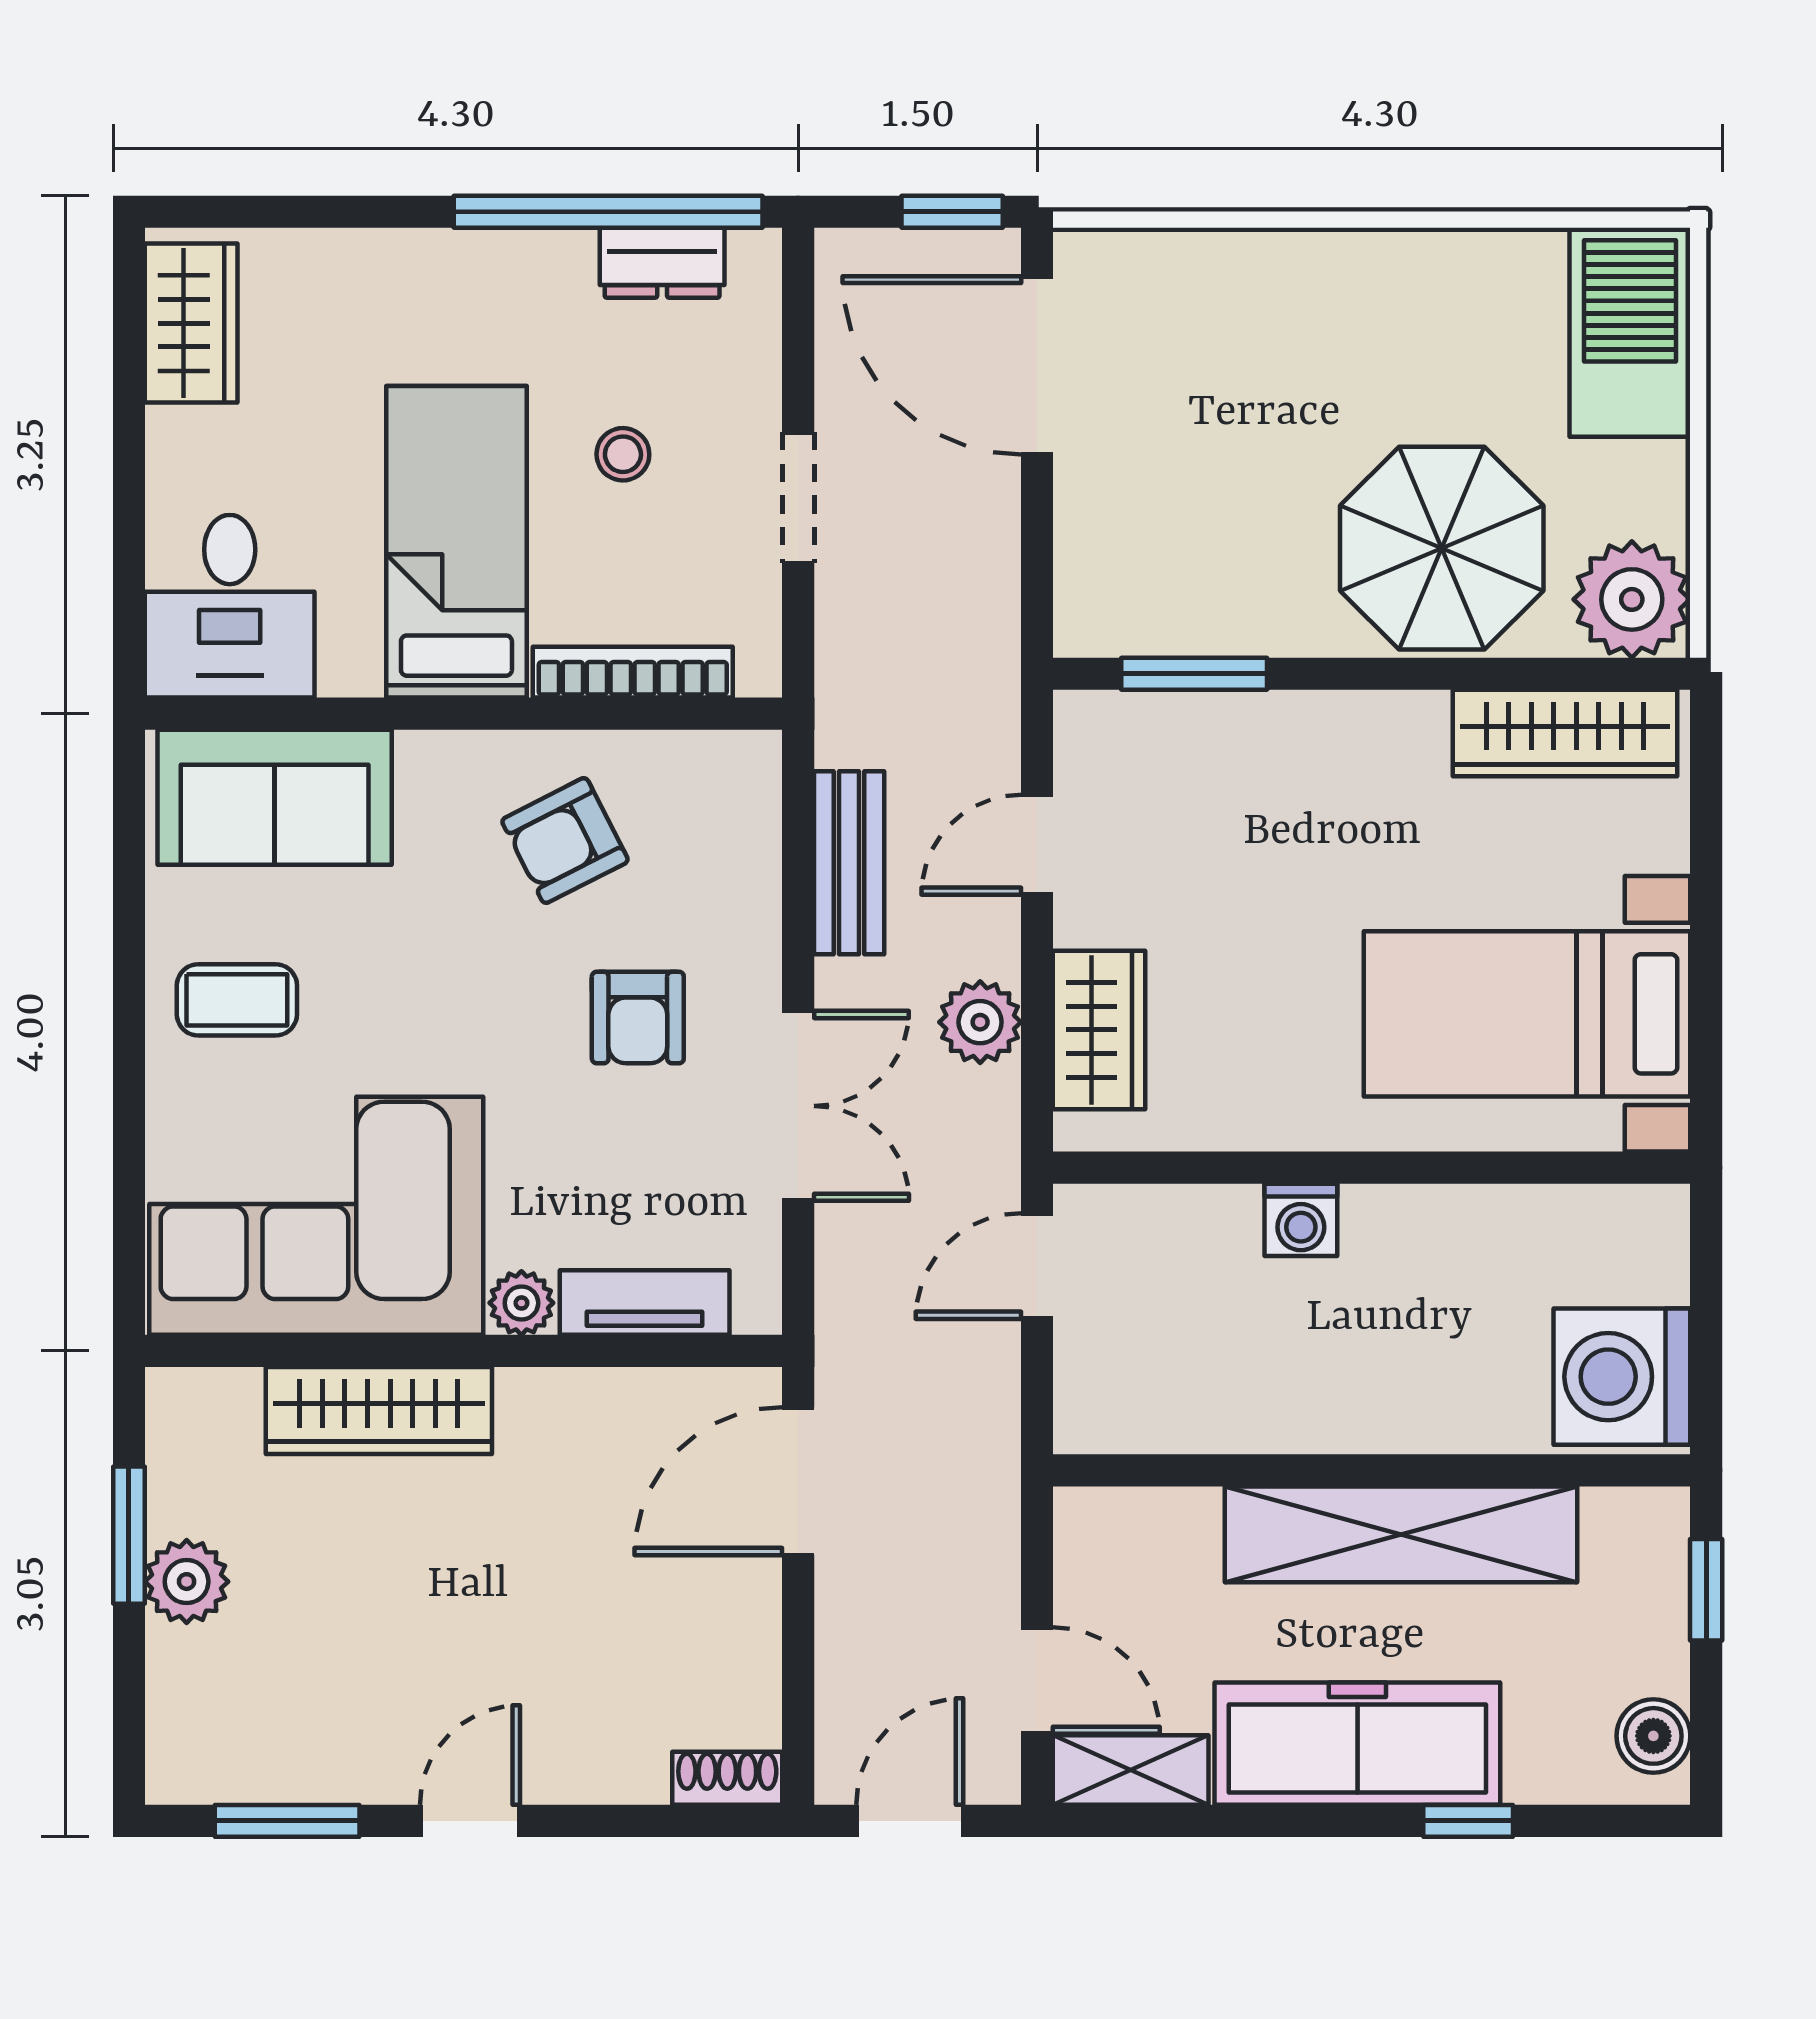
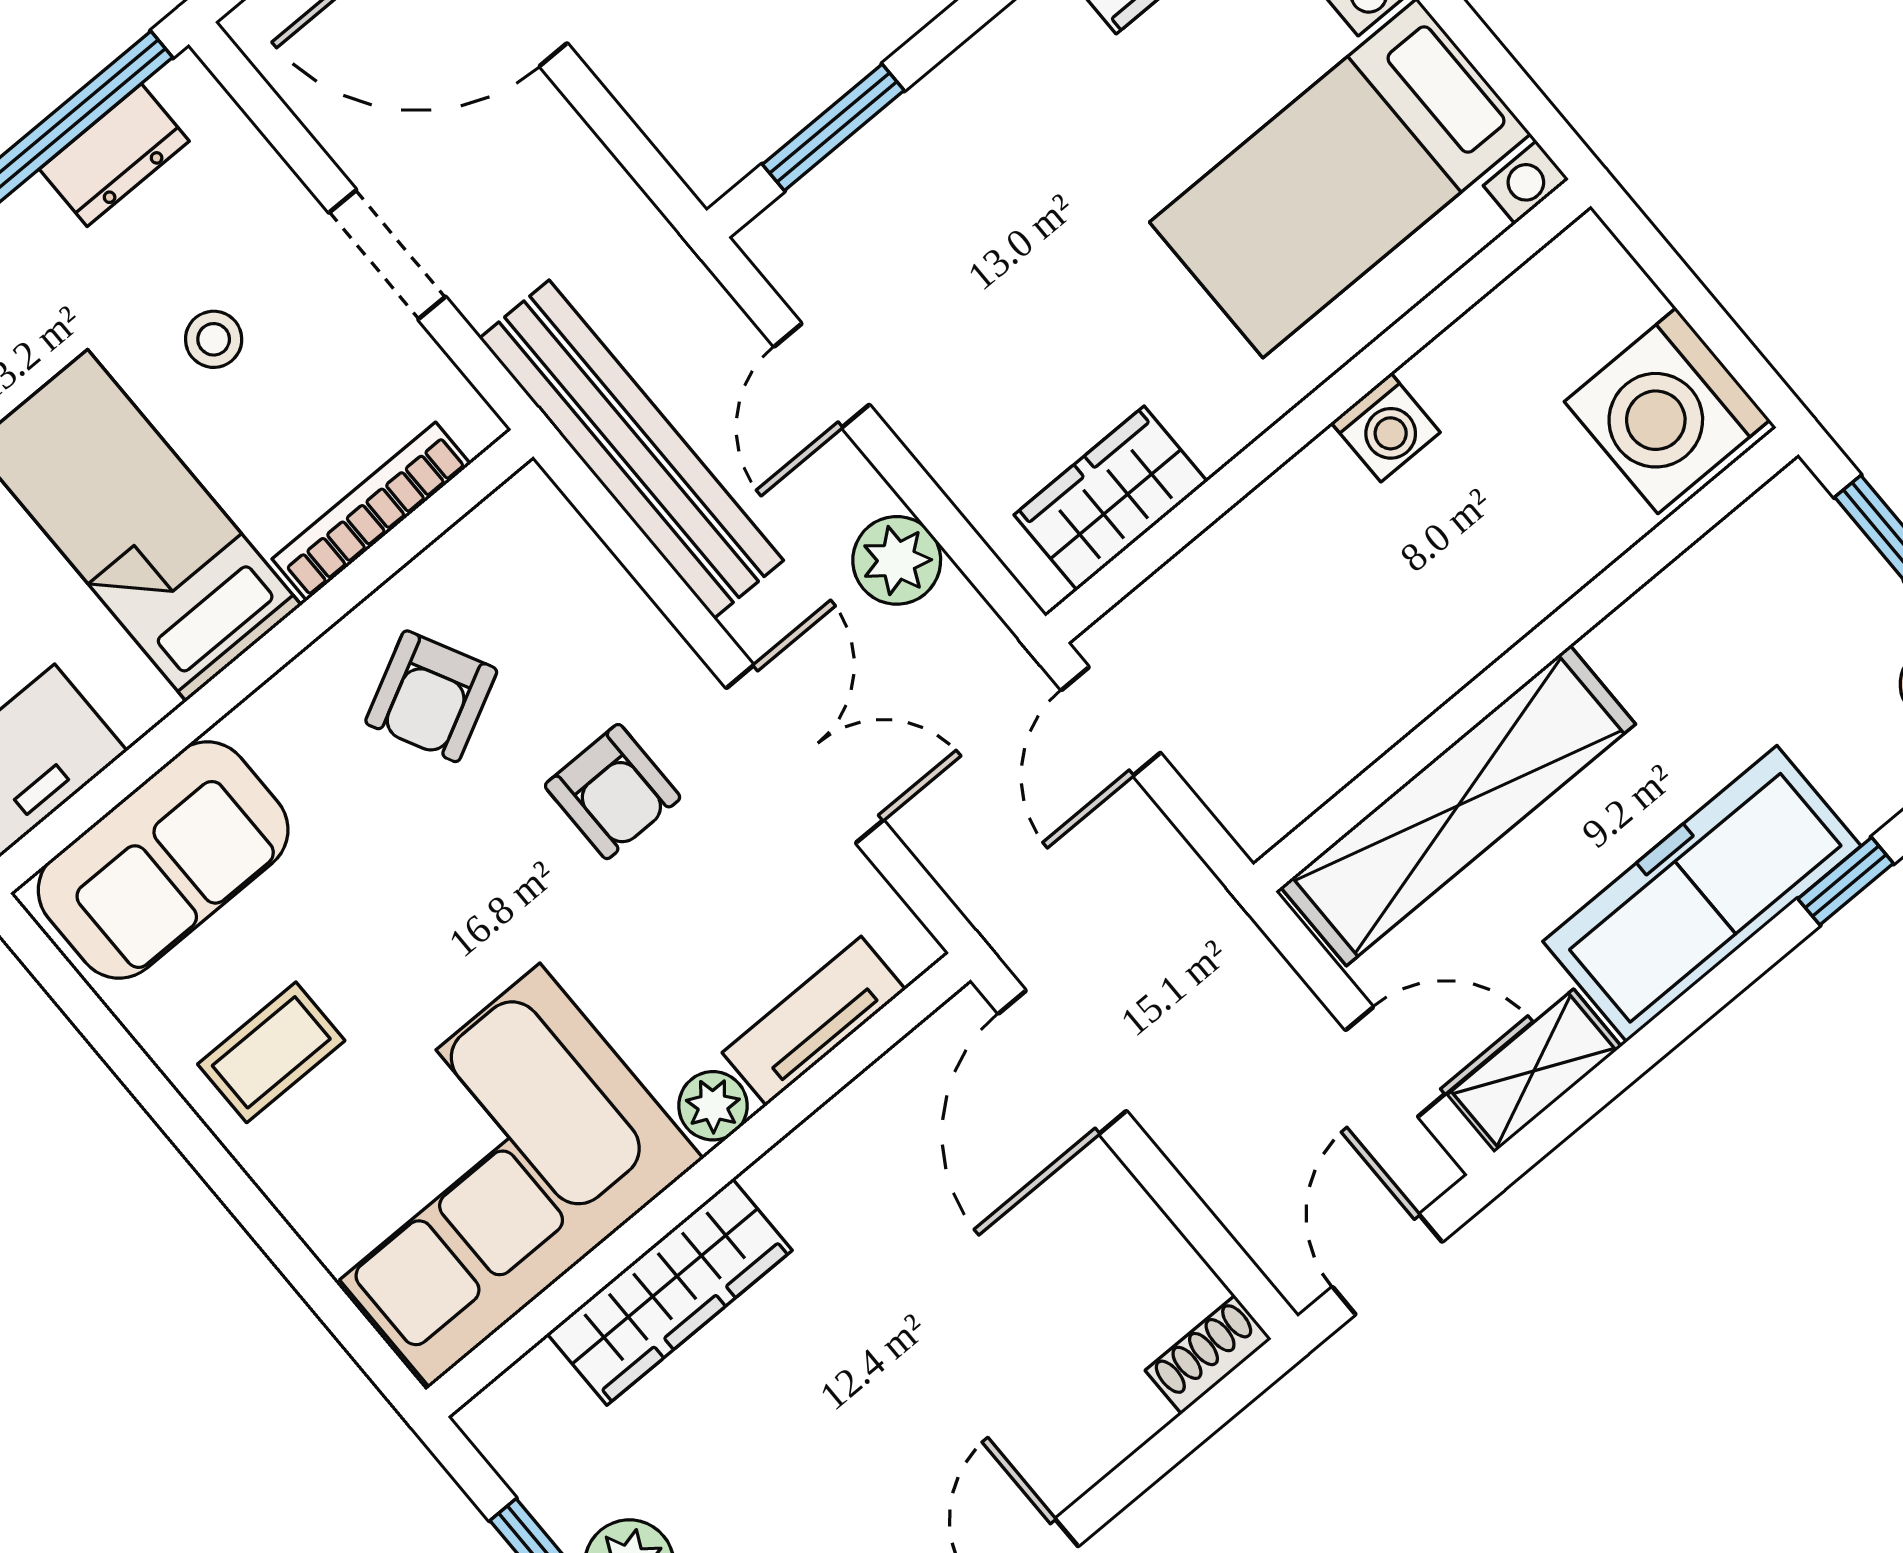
bench: (849, 863) -> (631, 449), width x1.86, depth x1.21
wardrobe: (1099, 1030) -> (1111, 498), moved, turned -90
washing machine: (1301, 1220) -> (1386, 427), moved
shelving: (1401, 1534) -> (1458, 806), moved

